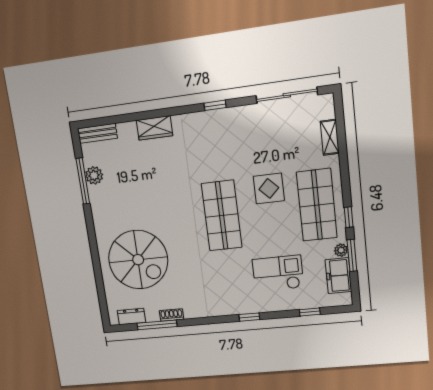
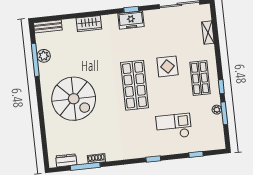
shop shelf: (317, 205) -> (200, 78), width x0.70, depth x0.74
spiral stairs: (138, 260) -> (74, 99), moved
freezer: (338, 276) -> (131, 20), moved, turned -90

